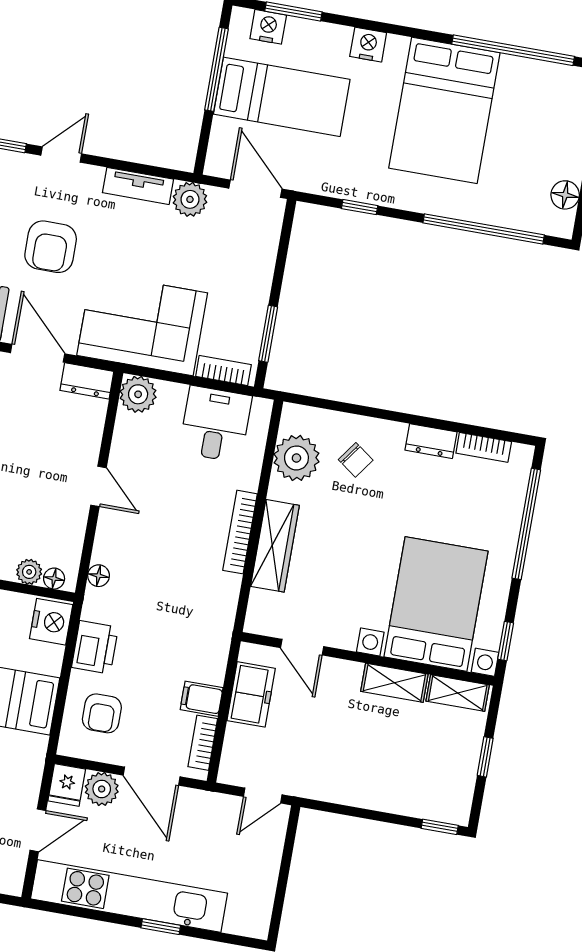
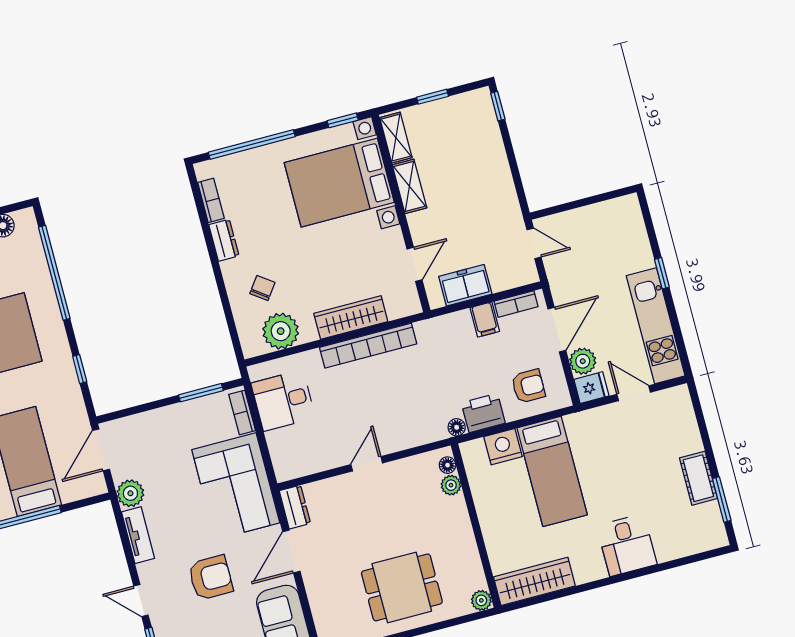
plant: (138, 394) -> (287, 466), removed
bookcase: (240, 532) -> (368, 346), width x1.48, depth x1.31
floor lamp: (99, 576) -> (457, 427), moved
nightstand: (51, 622) -> (503, 447), moved
kitchen unit: (129, 896) -> (656, 326), width x0.73

